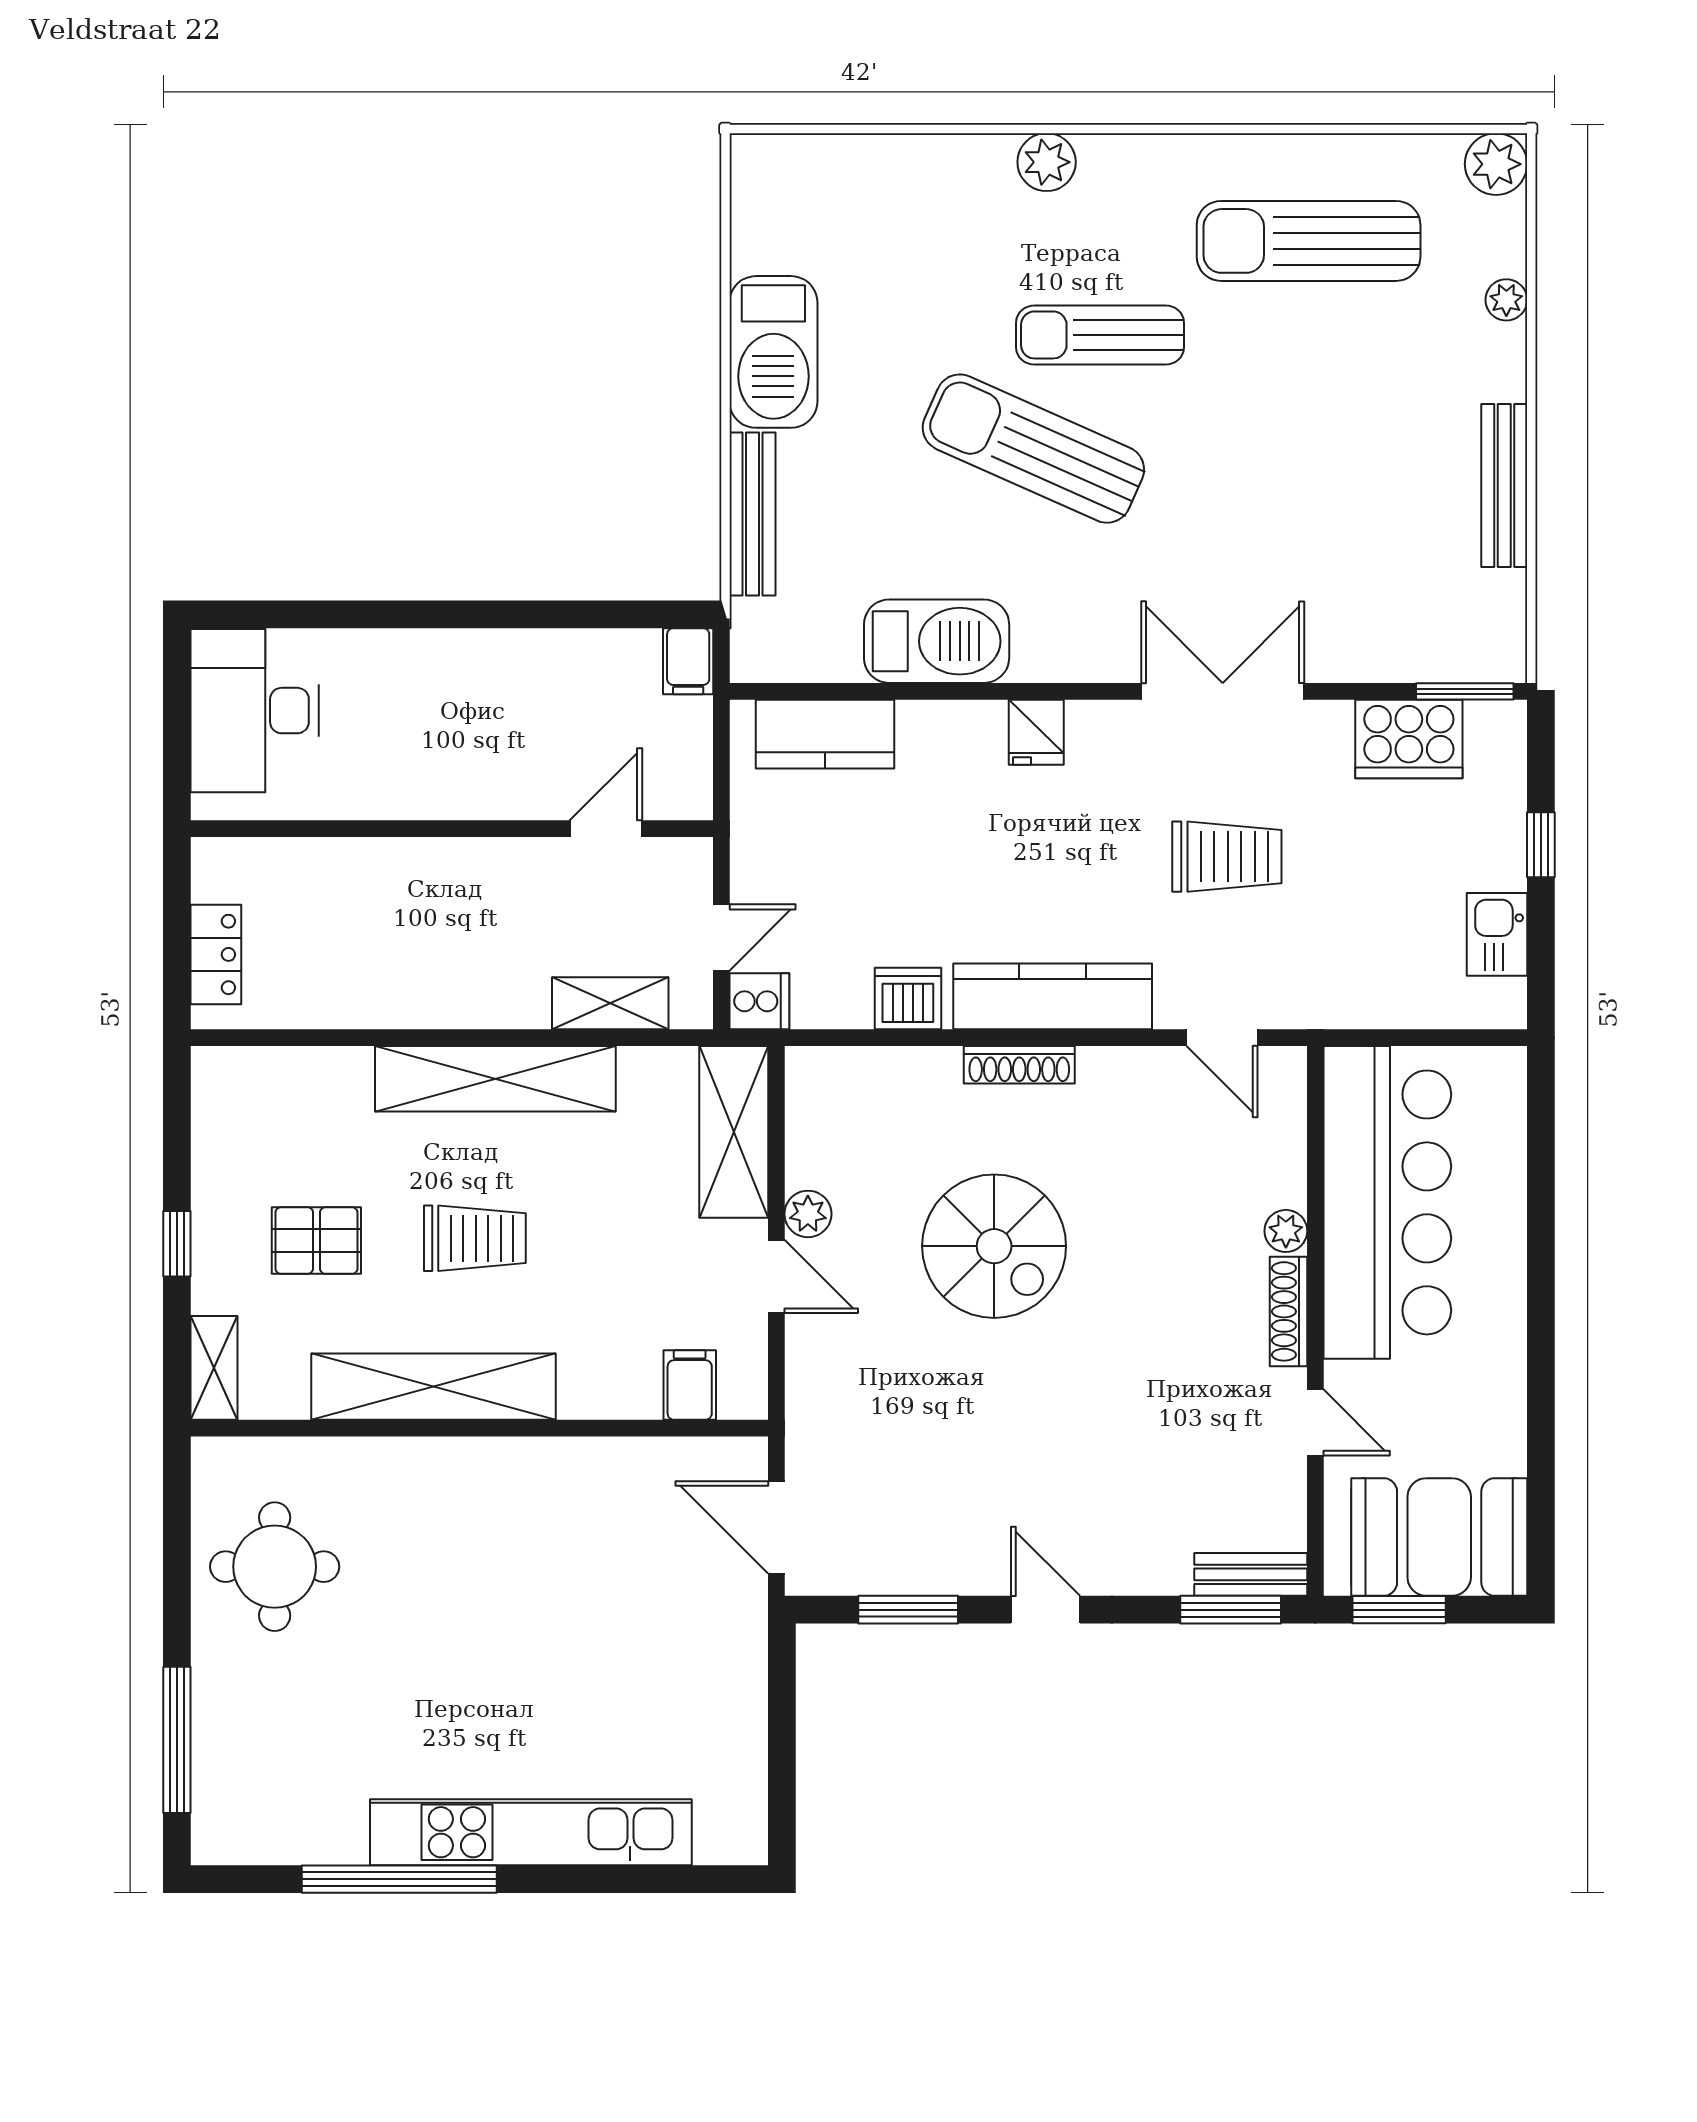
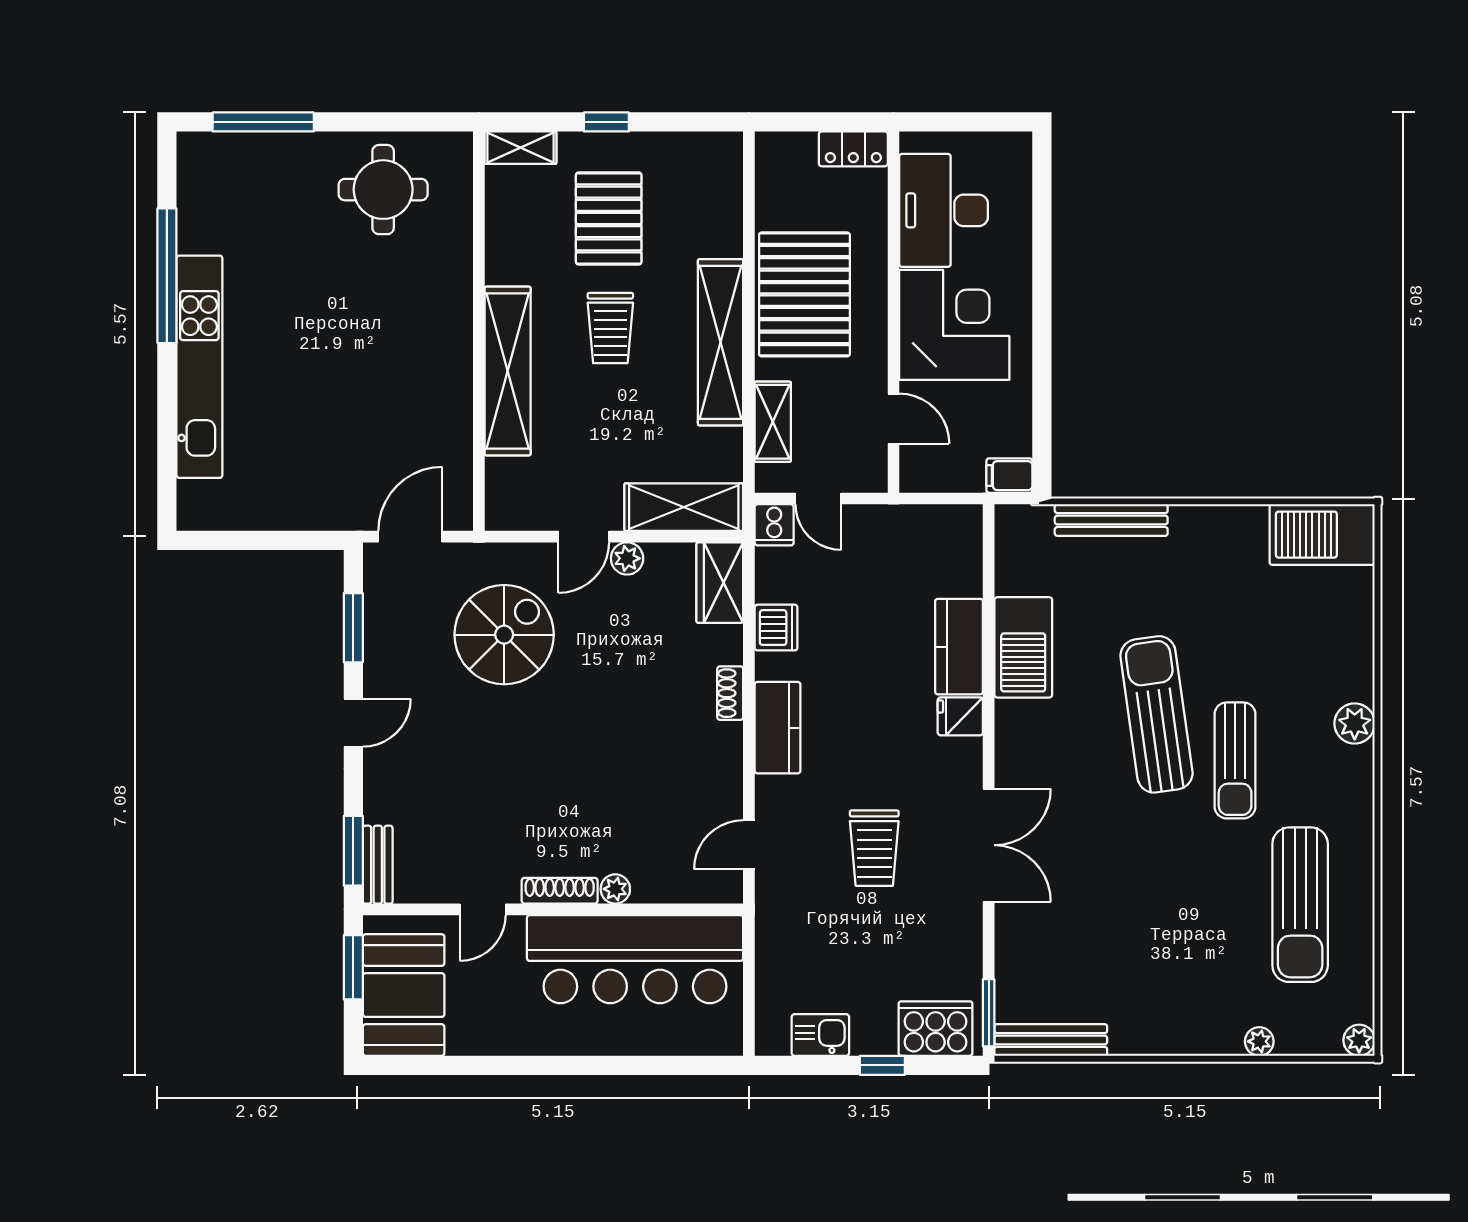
plant: (1496, 164) -> (1359, 1040), width x0.73, depth x0.73
sun lounger: (1309, 241) -> (1300, 905), turned 180
sun lounger: (1100, 335) -> (1235, 760), turned 180
barbecue: (773, 352) -> (1322, 535), moved
sun lounger: (1033, 449) -> (1156, 714), turned -32
bench: (1504, 486) -> (1051, 1040), moved
desk: (255, 711) -> (944, 210), moved, turned -90
kitchen counter: (825, 734) -> (959, 647), moved
cooker: (1409, 739) -> (936, 1029), moved, turned 90
corner desk: (470, 741) -> (954, 325), added
locker: (216, 954) -> (853, 149), moved
pallet: (426, 958) -> (804, 294), added
kitchen counter: (1053, 996) -> (778, 728), width x0.67
shoe rack: (1019, 1065) -> (730, 693), width x0.70
wardrobe: (843, 1080) -> (720, 583), added
pallet: (316, 1241) -> (609, 218), width x1.50, depth x1.42
spiral stairs: (994, 1246) -> (504, 635), moved, turned 180
filing cabinet: (690, 1385) -> (509, 477), removed
shelving: (434, 1387) -> (508, 371), moved

